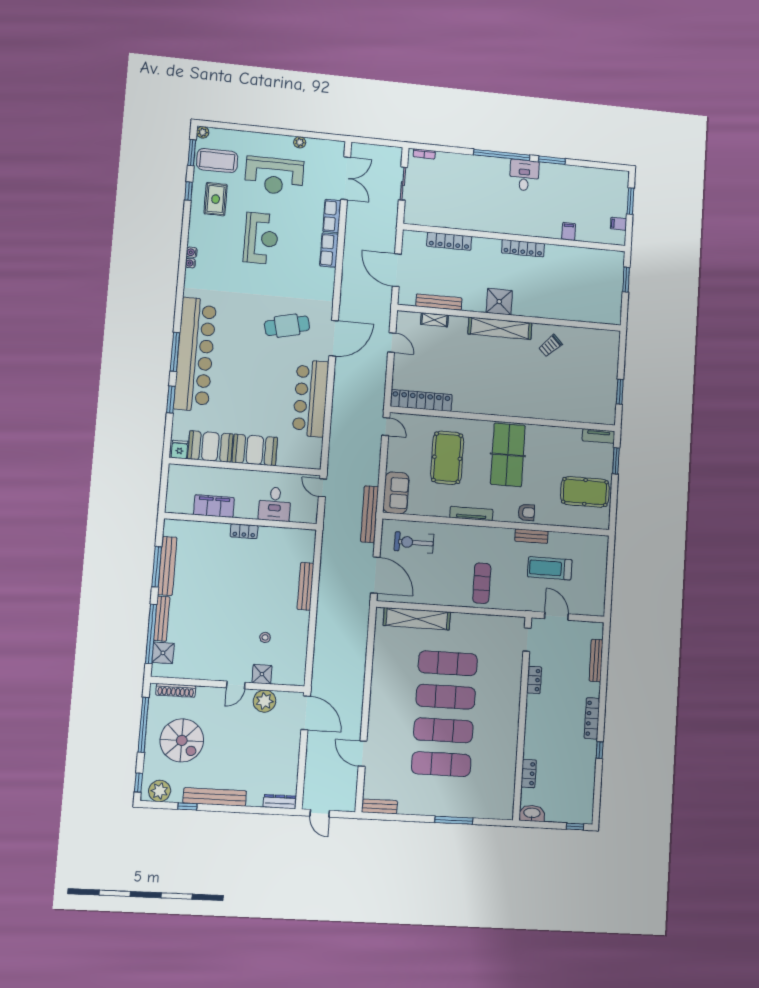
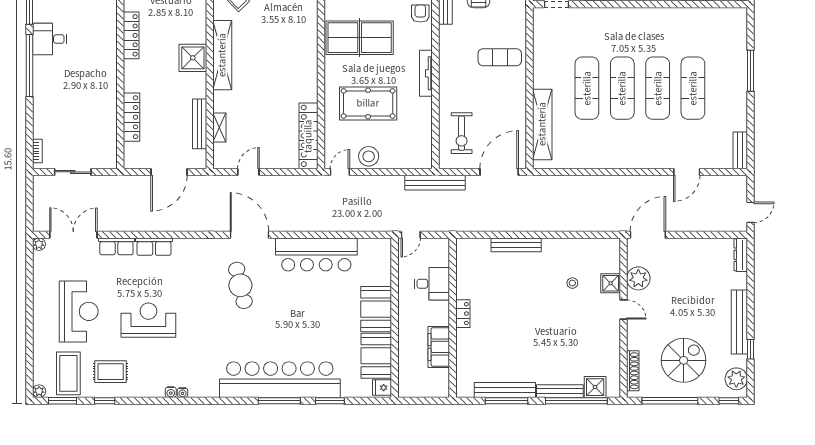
plant: (300, 142) -> (39, 244), moved
stool: (398, 454) -> (369, 156), added
sofa: (396, 493) -> (410, 156), removed

